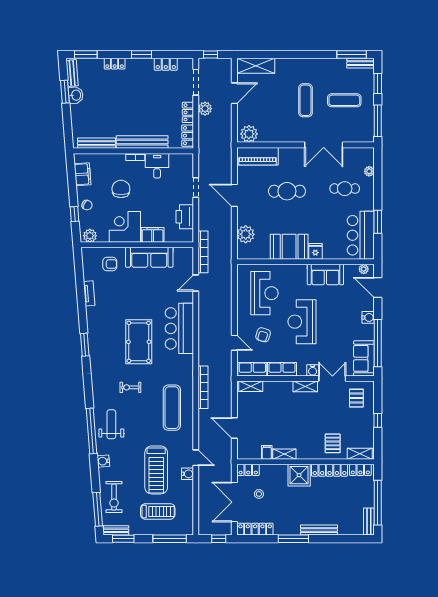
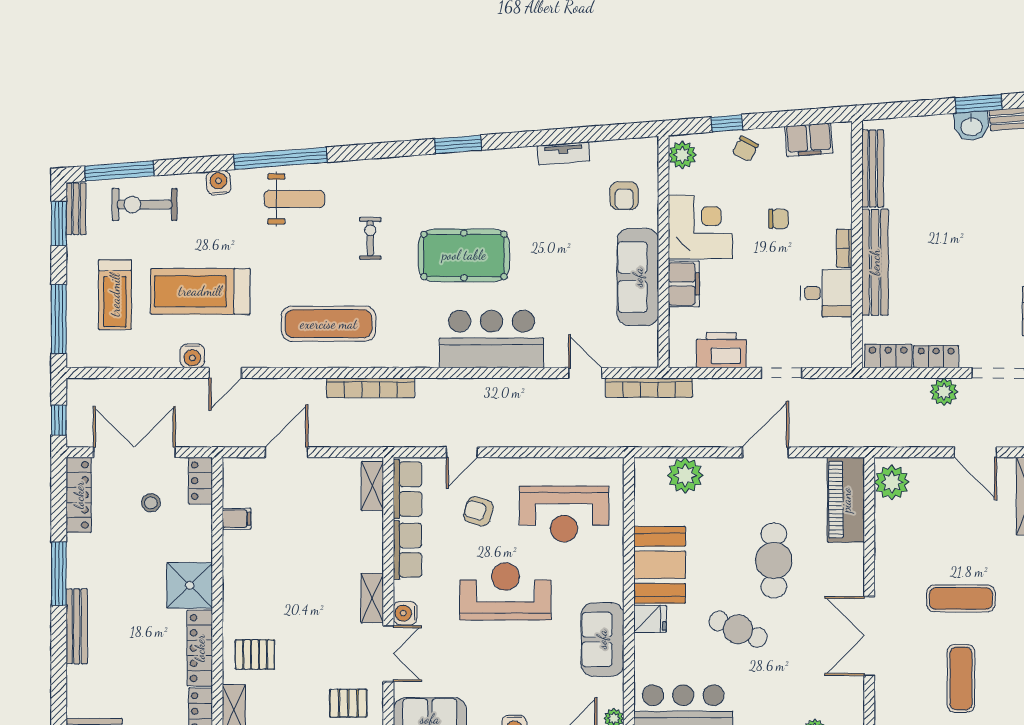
chair: (121, 189) -> (779, 219), width x0.54, depth x0.54
cafe table: (345, 189) -> (738, 629), moved, turned -67
shelving: (284, 454) -> (233, 555), removed

